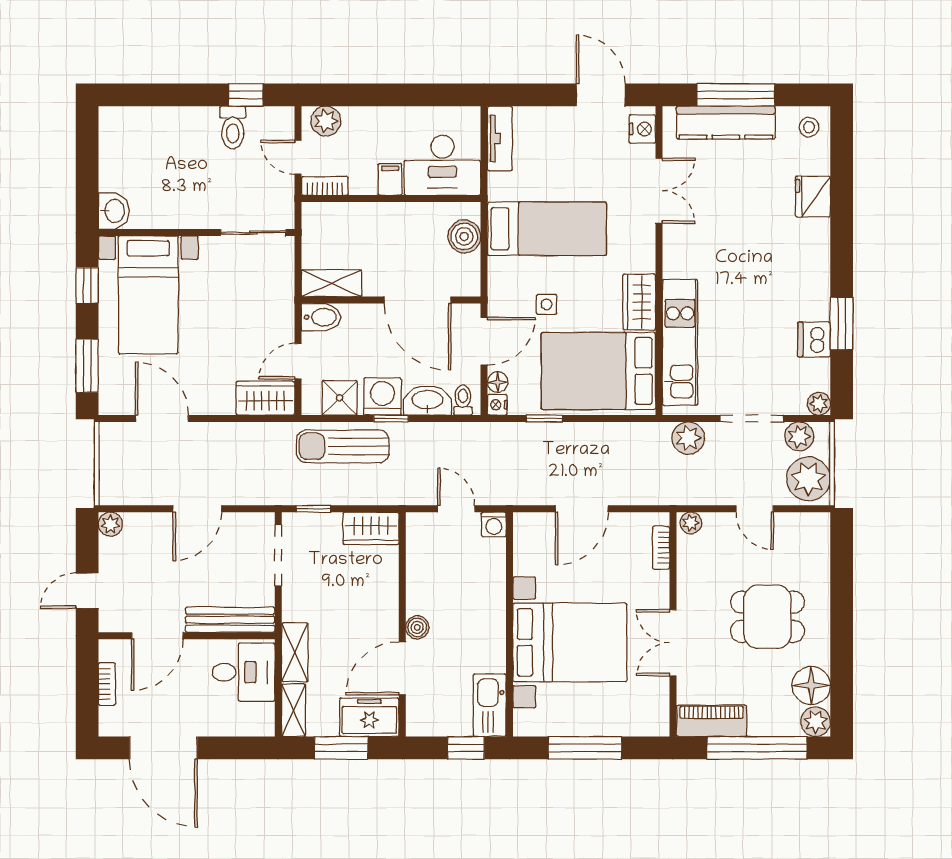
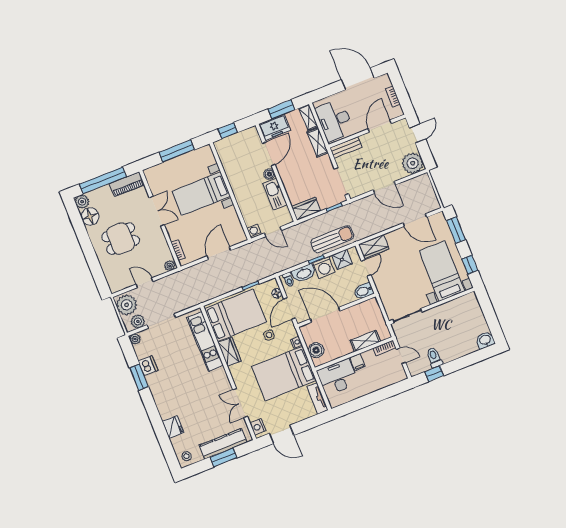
window: (736, 95) -> (224, 457), width x0.69
plant: (326, 121) -> (395, 376), removed
washbasin: (114, 211) -> (485, 340), moved, turned 90
bed: (547, 229) -> (284, 373), width x1.50
shelving: (331, 283) -> (365, 341), moved
nightstand: (497, 405) -> (296, 342), moved
plant: (688, 438) -> (185, 302), removed
door: (197, 509) -> (384, 187), swing flipped
plant: (110, 524) -> (413, 163), width x1.88, depth x1.88
bench: (230, 620) -> (346, 147), width x0.73
bed with nightstands: (570, 642) -> (201, 194), width x0.73
desk: (243, 672) -> (335, 120), width x1.37
kitchen sink: (490, 705) -> (275, 194), moved, turned 180

